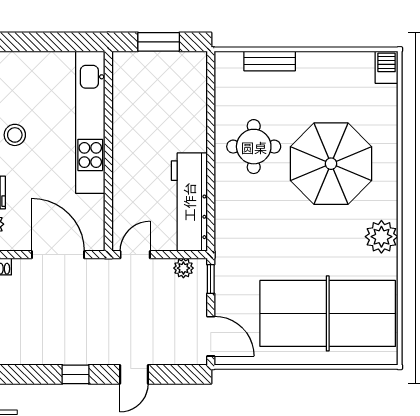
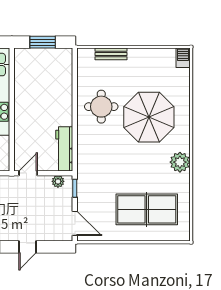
workbench: (189, 202) -> (64, 149), width x0.73, depth x0.76
table tennis table: (328, 313) -> (147, 209), width x0.73, depth x0.76

